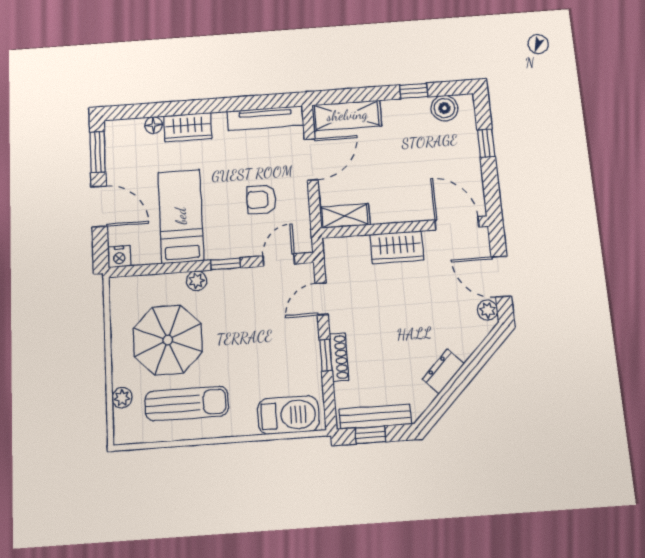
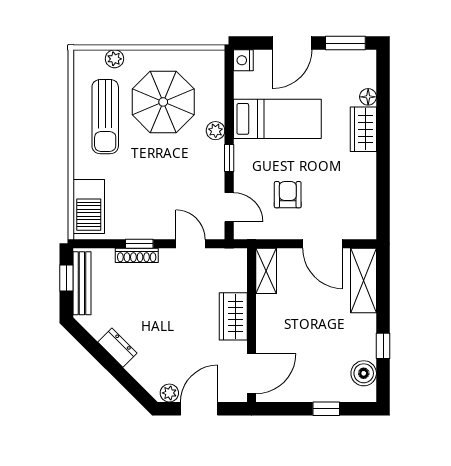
tv unit: (265, 118) -> (367, 203), removed

